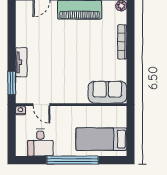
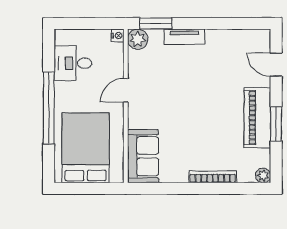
plant: (23, 96) -> (138, 39), added
door: (41, 105) -> (126, 90), moved
bed: (101, 139) -> (86, 148), width x1.50

